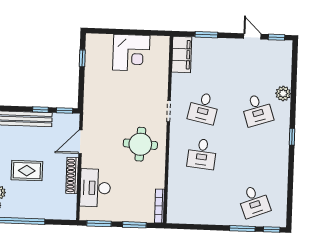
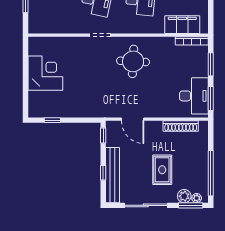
filing cabinet: (182, 55) -> (182, 25), moved
window: (40, 110) -> (103, 173), moved
shoe rack: (72, 176) -> (181, 126), moved
desk: (95, 188) -> (194, 96), moved, turned -90

